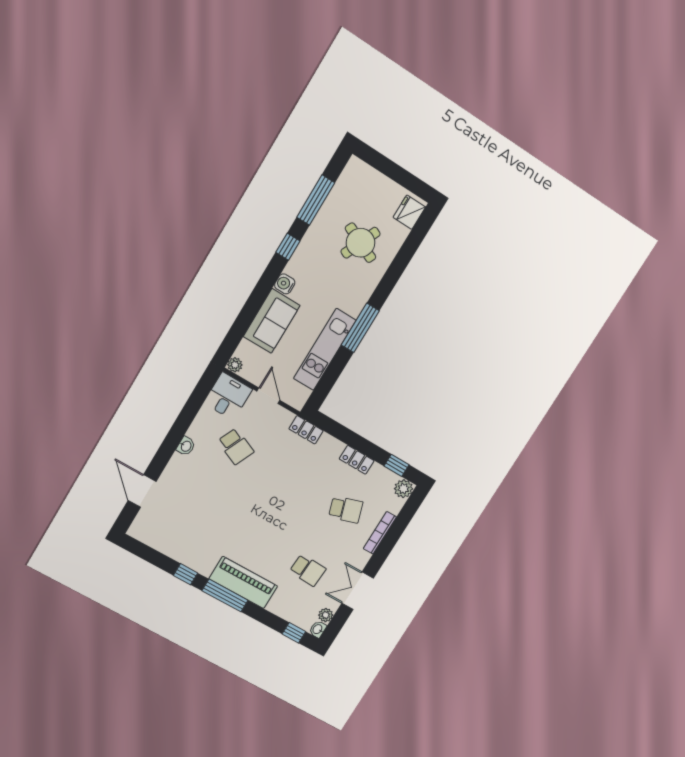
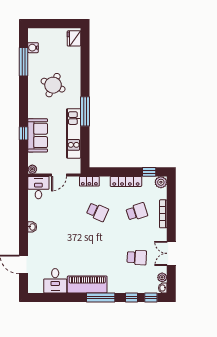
round table: (361, 243) -> (53, 85), moved
window: (288, 247) -> (24, 133), moved
water cooler: (285, 284) -> (33, 48), moved
door: (268, 396) -> (59, 175), swing flipped
school desk: (236, 446) -> (97, 212), moved
locker: (357, 460) -> (126, 181), width x1.53
desk: (175, 538) -> (55, 281), added
window: (186, 574) -> (131, 297), moved
piano: (243, 583) -> (87, 284), moved

